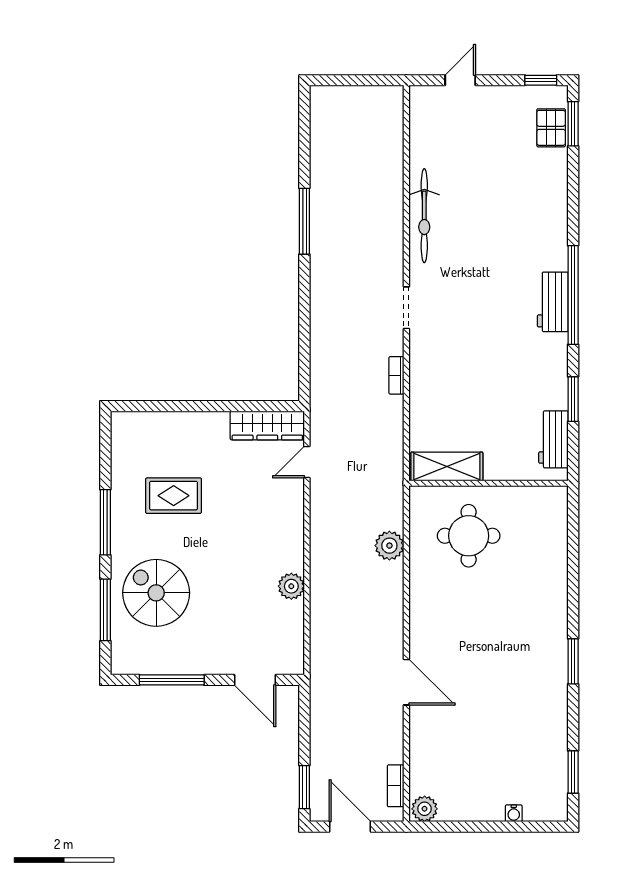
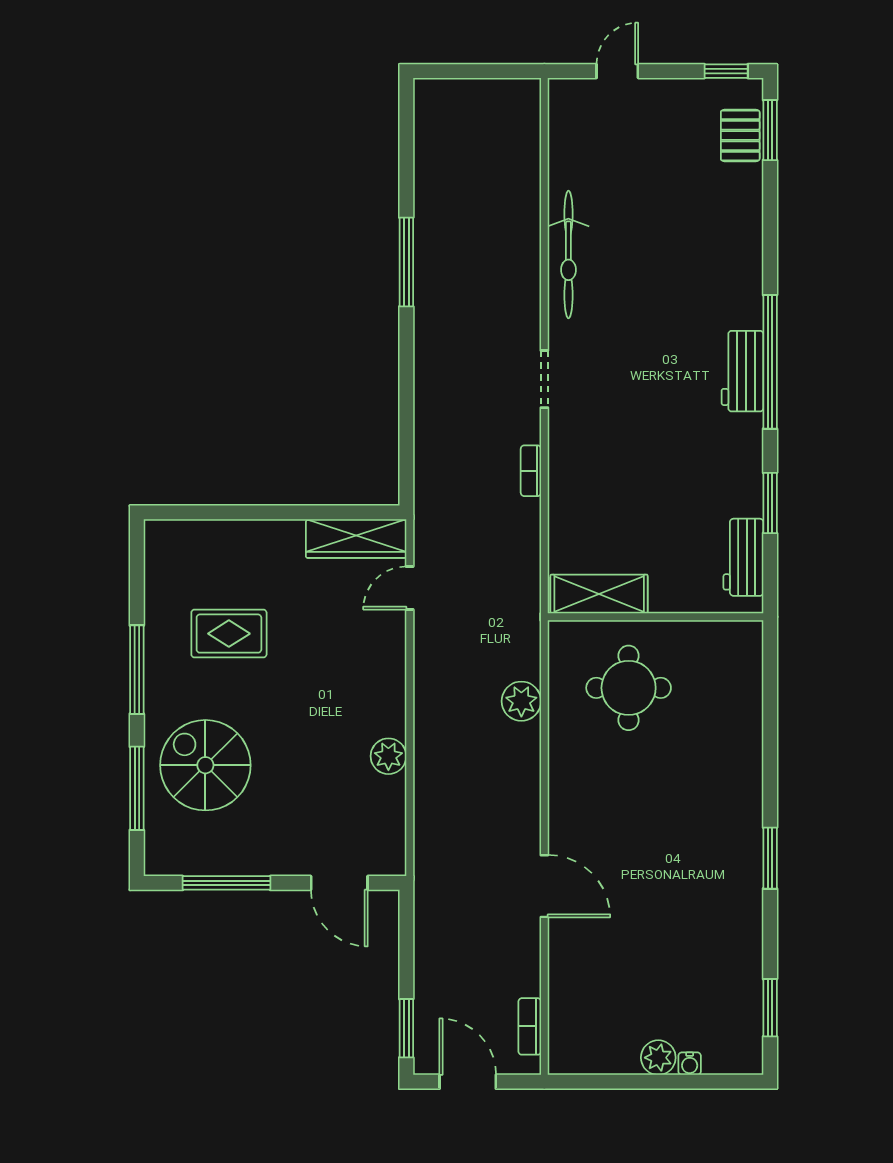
plant: (425, 809) -> (658, 1058), moved

